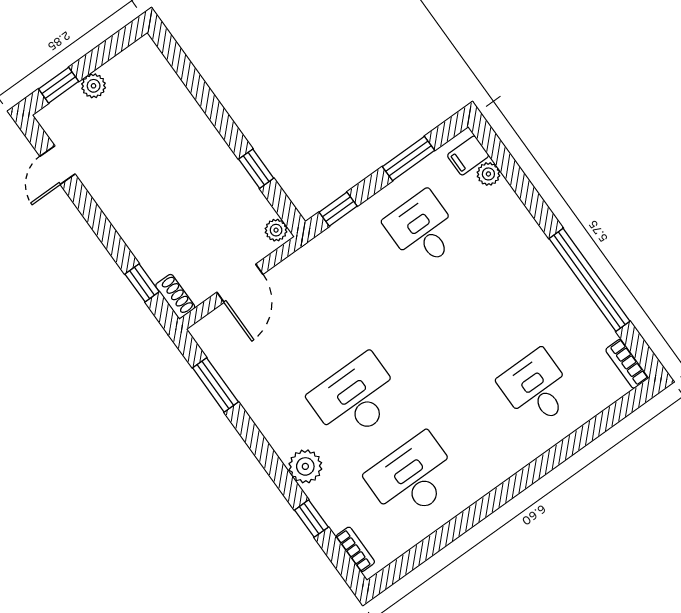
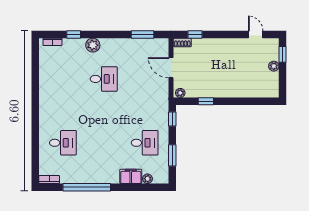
filing cabinet: (468, 156) -> (131, 176), moved, width x2.00
desk: (356, 398) -> (104, 79), width x0.73
desk: (413, 477) -> (63, 79), removed

